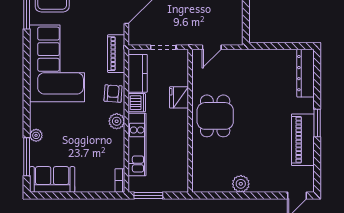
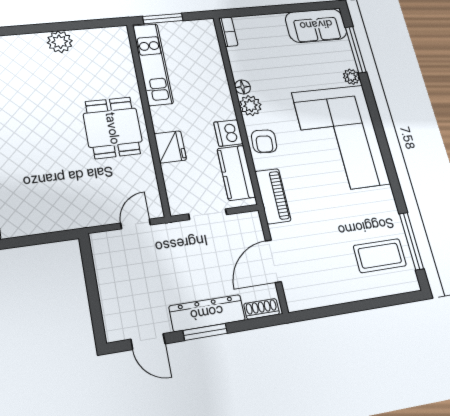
corner sofa: (57, 63) -> (341, 138), moved
floor lamp: (119, 136) -> (243, 87), added
kitchen unit: (137, 144) -> (153, 64), moved, turned 180
window: (148, 195) -> (163, 19), moved

